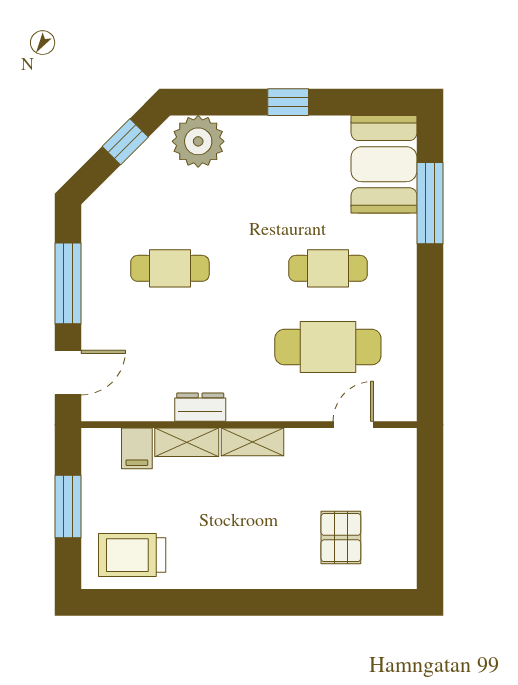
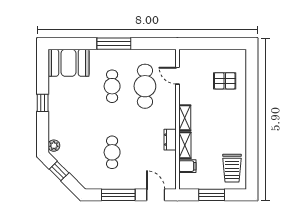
plant: (198, 141) -> (54, 146), width x0.53, depth x0.53
window: (430, 203) -> (114, 44), moved

